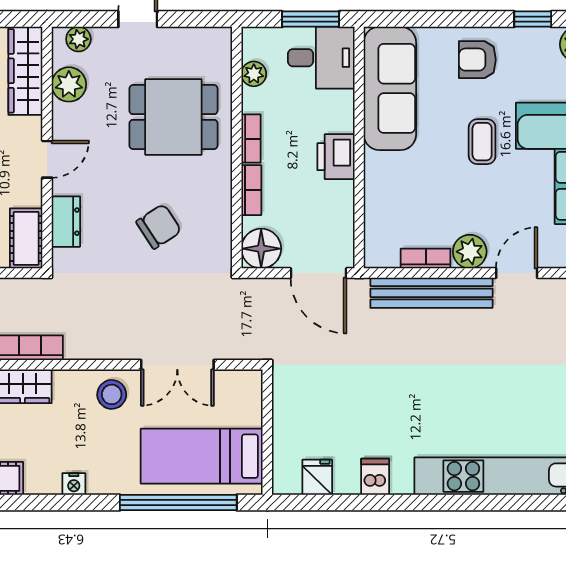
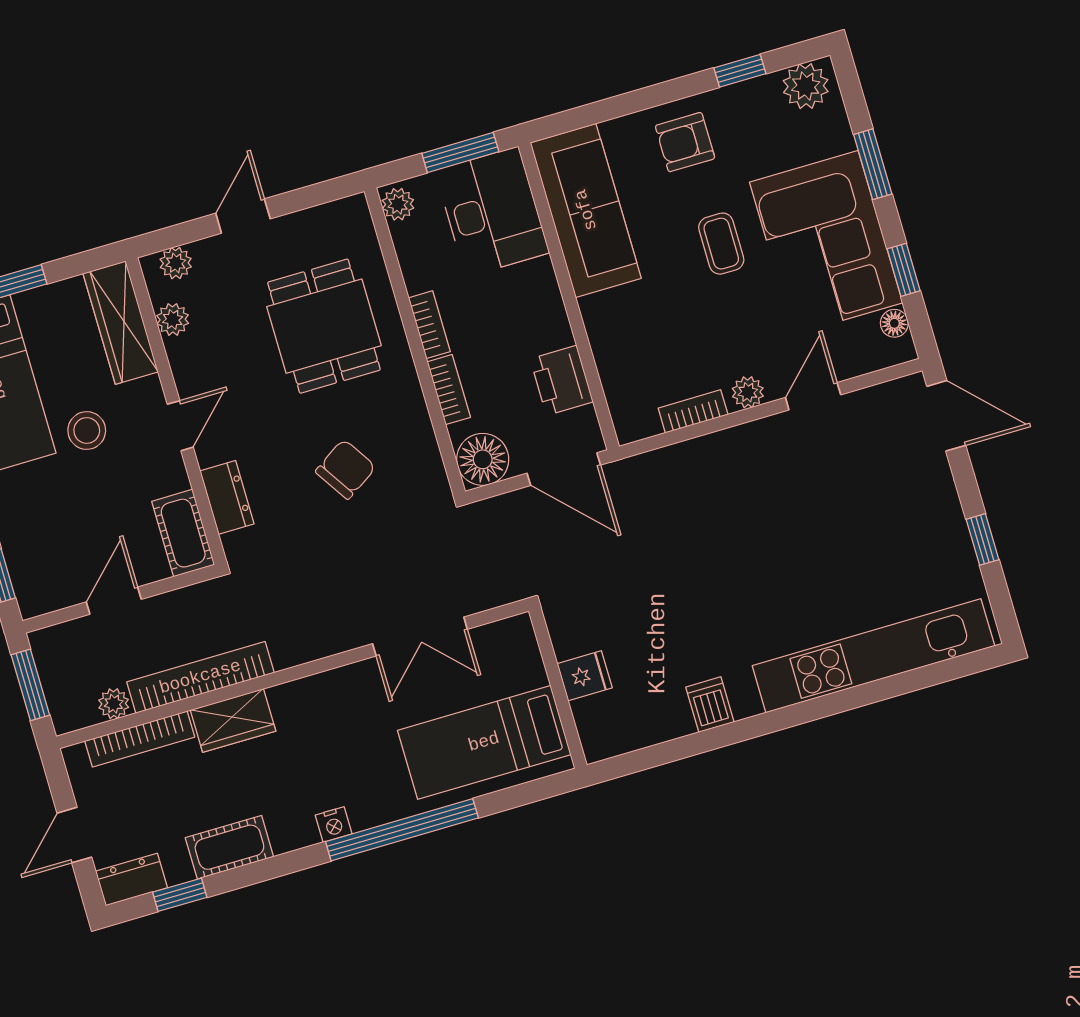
desk: (321, 58) -> (492, 212), width x1.37
plant: (254, 74) -> (398, 204), moved
plant: (69, 84) -> (173, 319), width x0.73, depth x0.73
dining table: (173, 117) -> (324, 326), turned 90
printer: (336, 157) -> (562, 380), moved
plant: (470, 252) -> (748, 392), width x0.73, depth x0.73
bench: (431, 293) -> (713, 452), removed
stool: (112, 394) -> (348, 698), removed
fridge: (317, 477) -> (585, 676), moved, turned 90
window: (178, 502) -> (402, 830), moved

